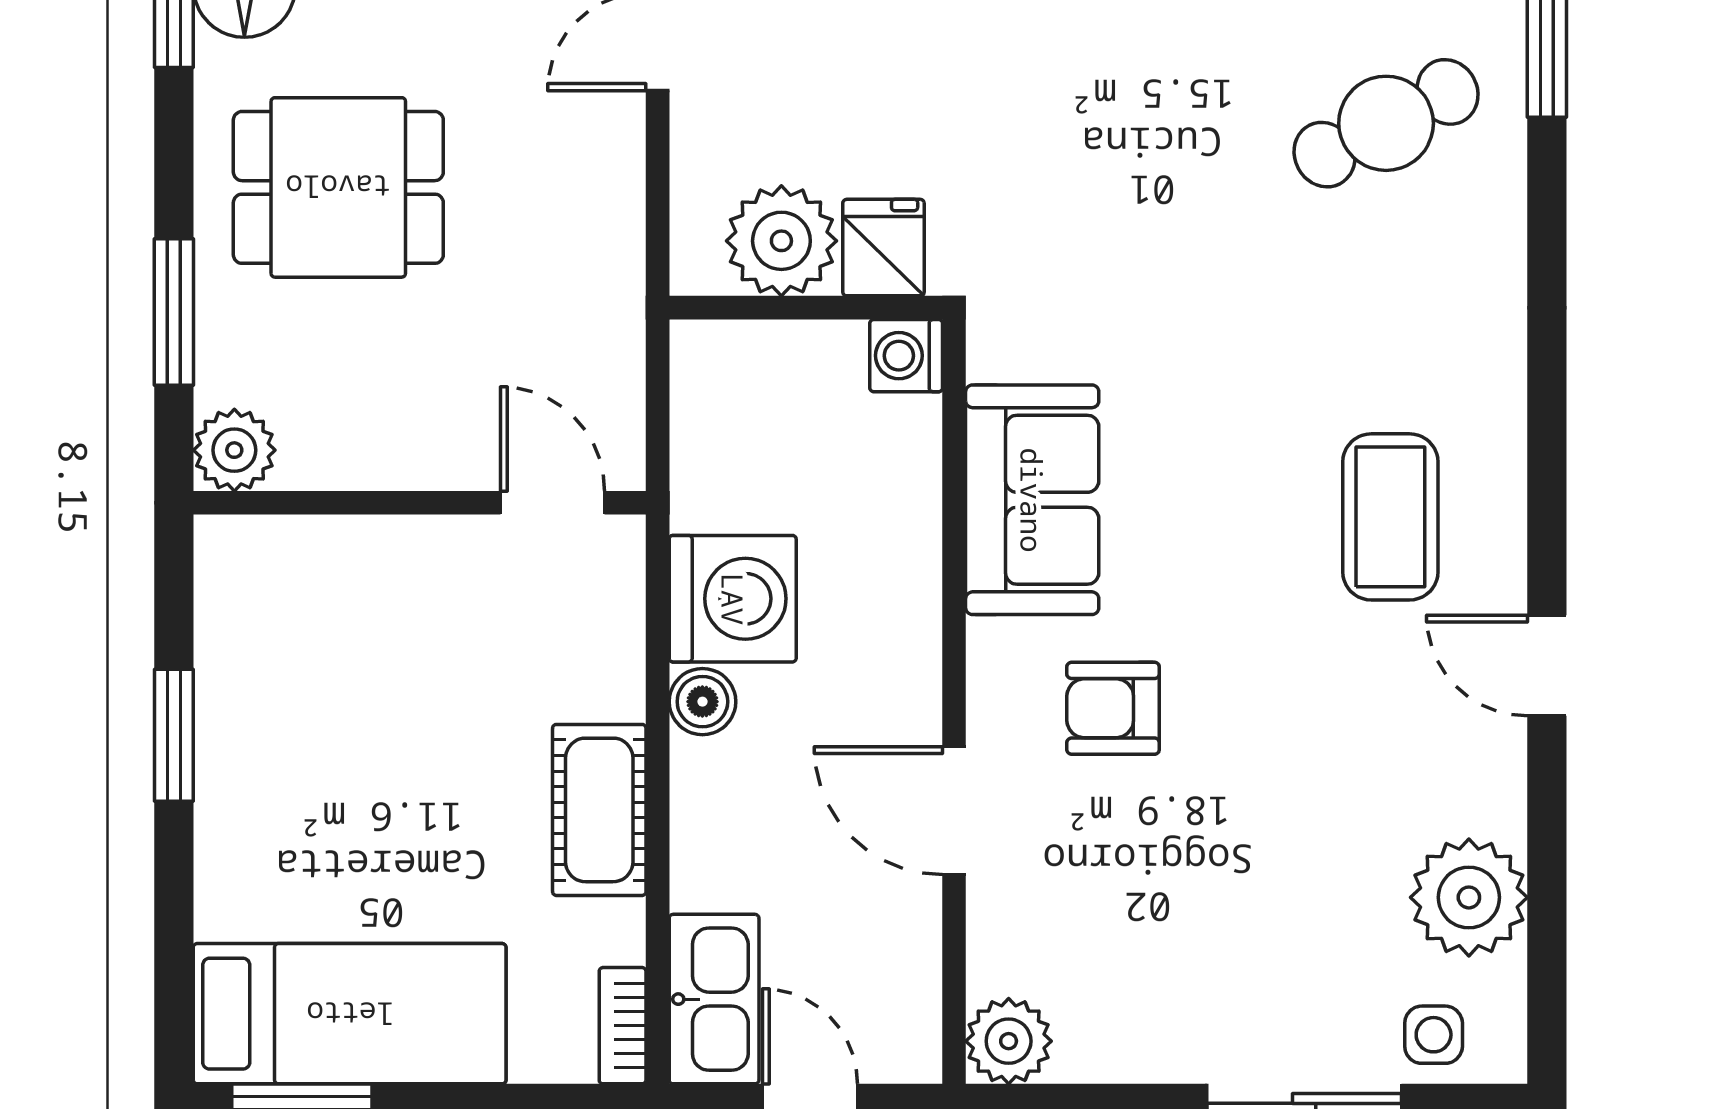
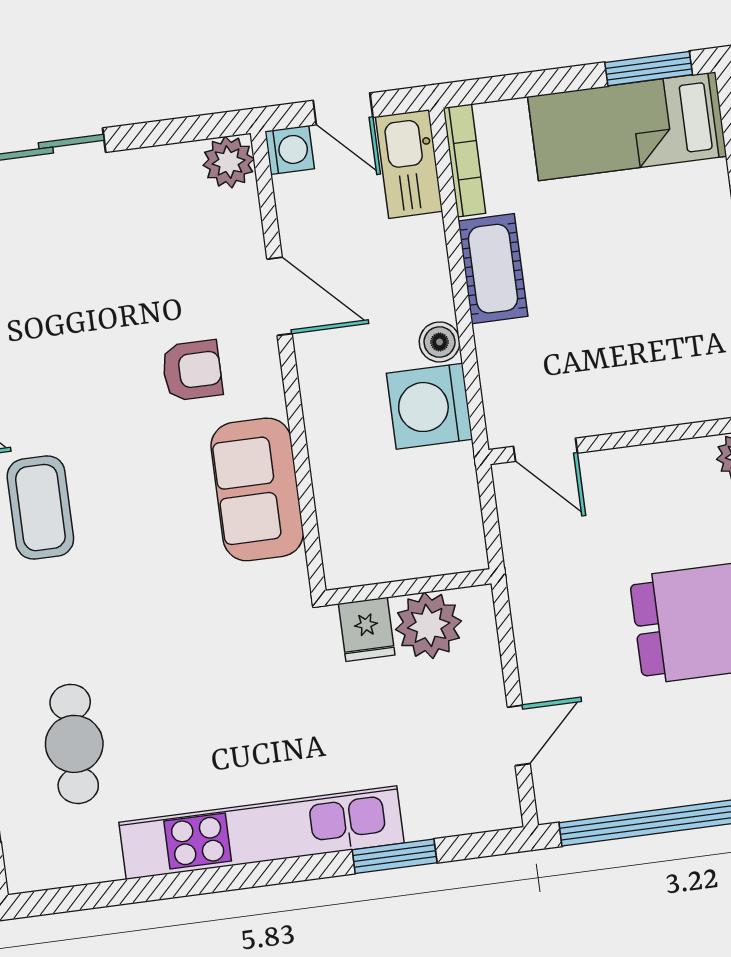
cafe table: (1386, 123) -> (74, 744), turned -61
washing machine: (906, 356) -> (290, 150), moved
bookcase: (623, 1026) -> (465, 160), width x1.56

